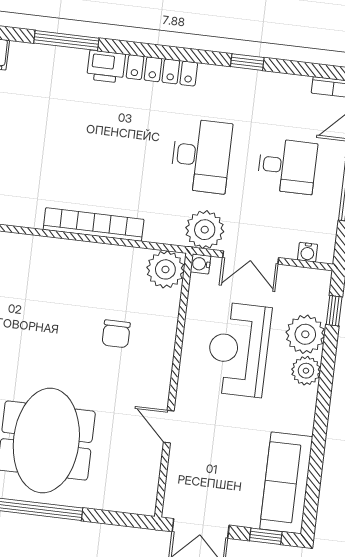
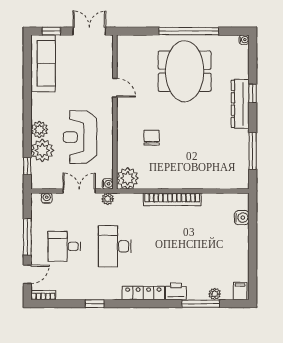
plant: (40, 54) -> (215, 294), added
plant: (205, 230) -> (108, 199), width x0.53, depth x0.53
reception desk: (238, 349) -> (80, 137), turned 180

